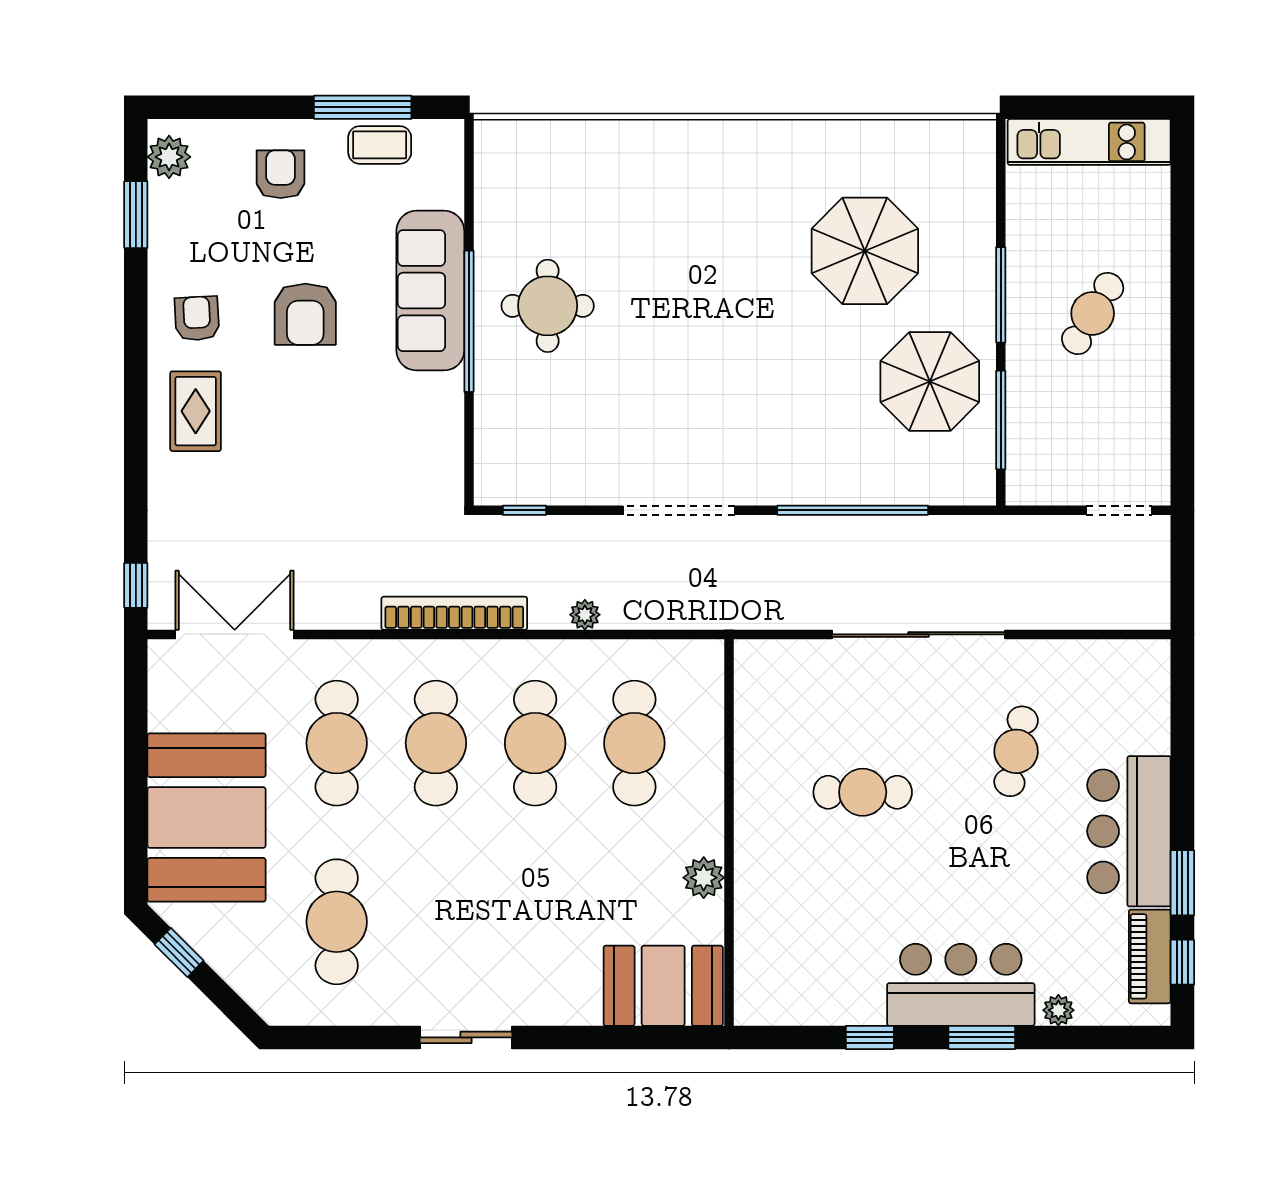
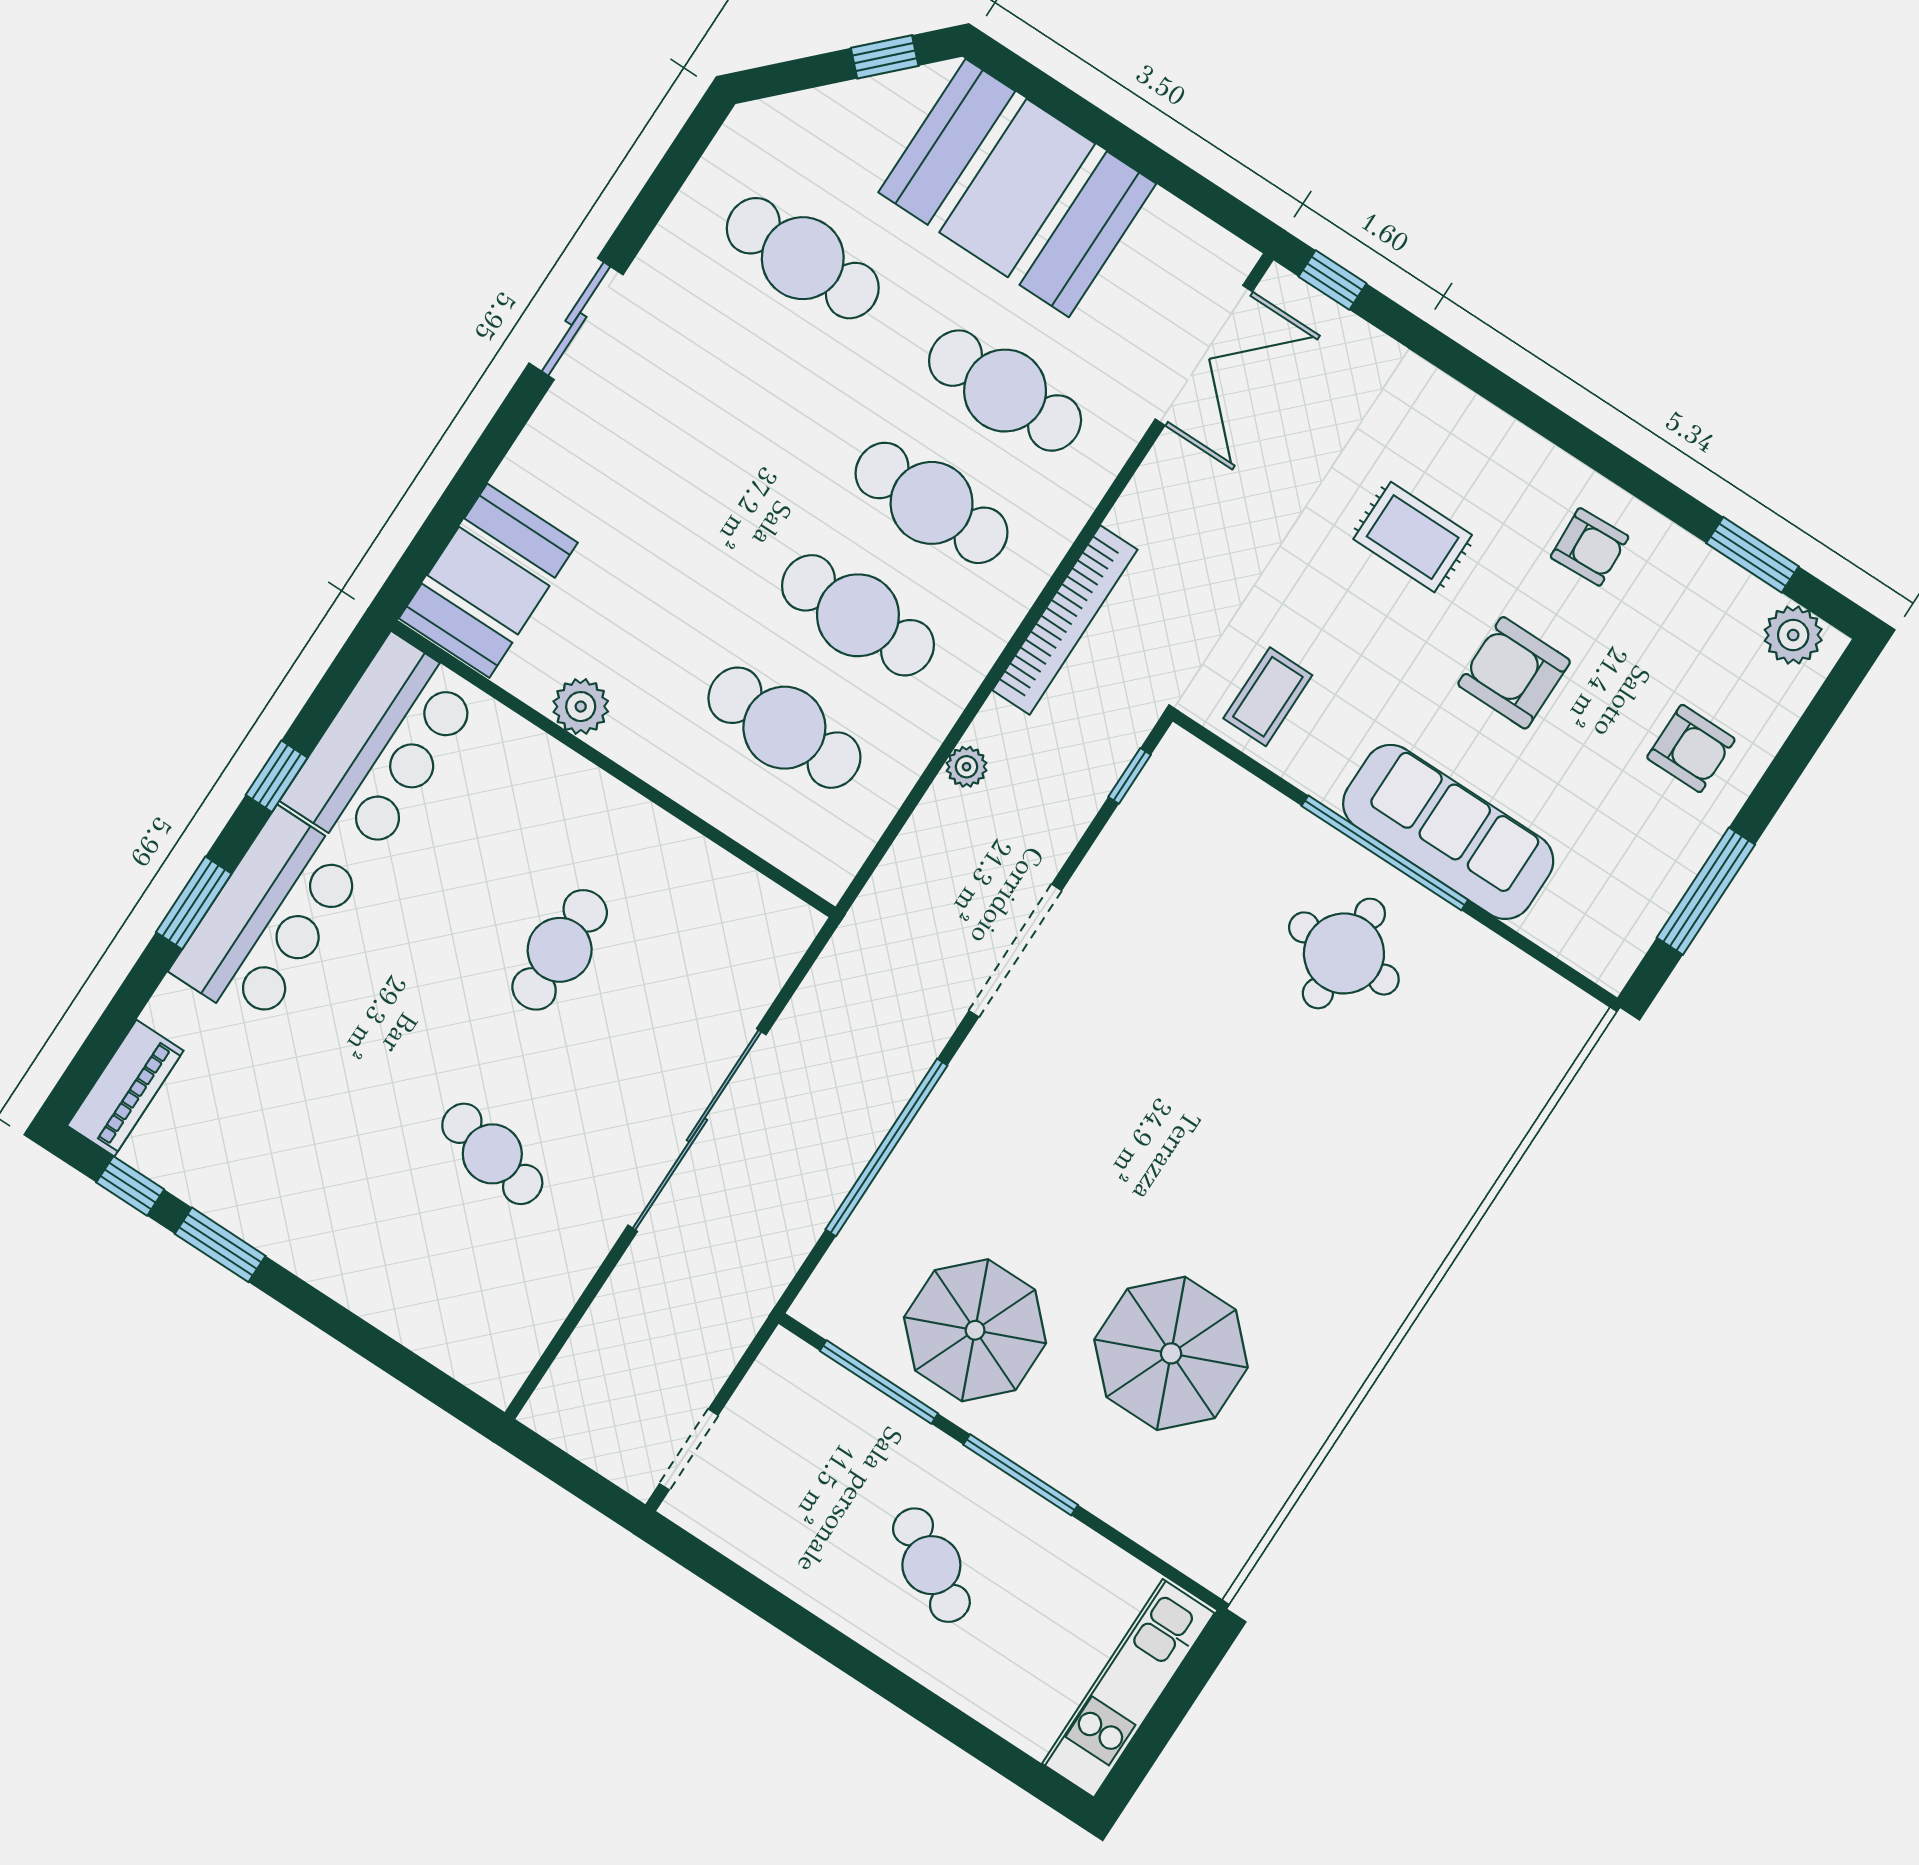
coffee table: (380, 145) -> (1268, 697), moved
rug: (196, 411) -> (1413, 537), moved
bar counter: (1129, 831) -> (382, 747), moved, turned 90
piano: (1150, 956) -> (125, 1088), moved, turned 90
plant: (1058, 1010) -> (168, 1010), removed

